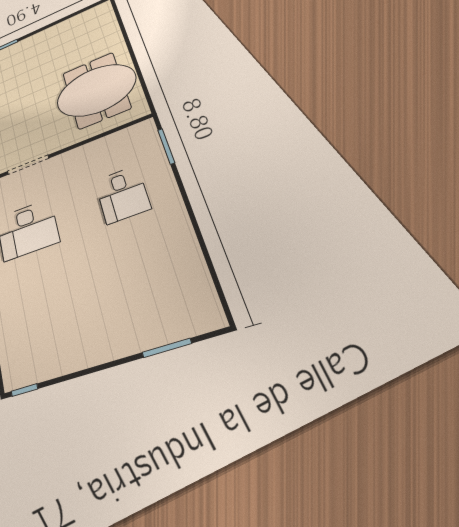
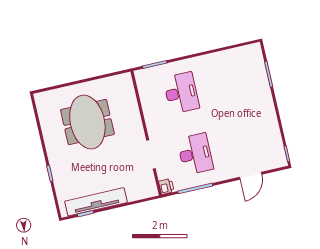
meeting table: (96, 90) -> (87, 122), moved
desk: (122, 195) -> (181, 93), width x1.37

